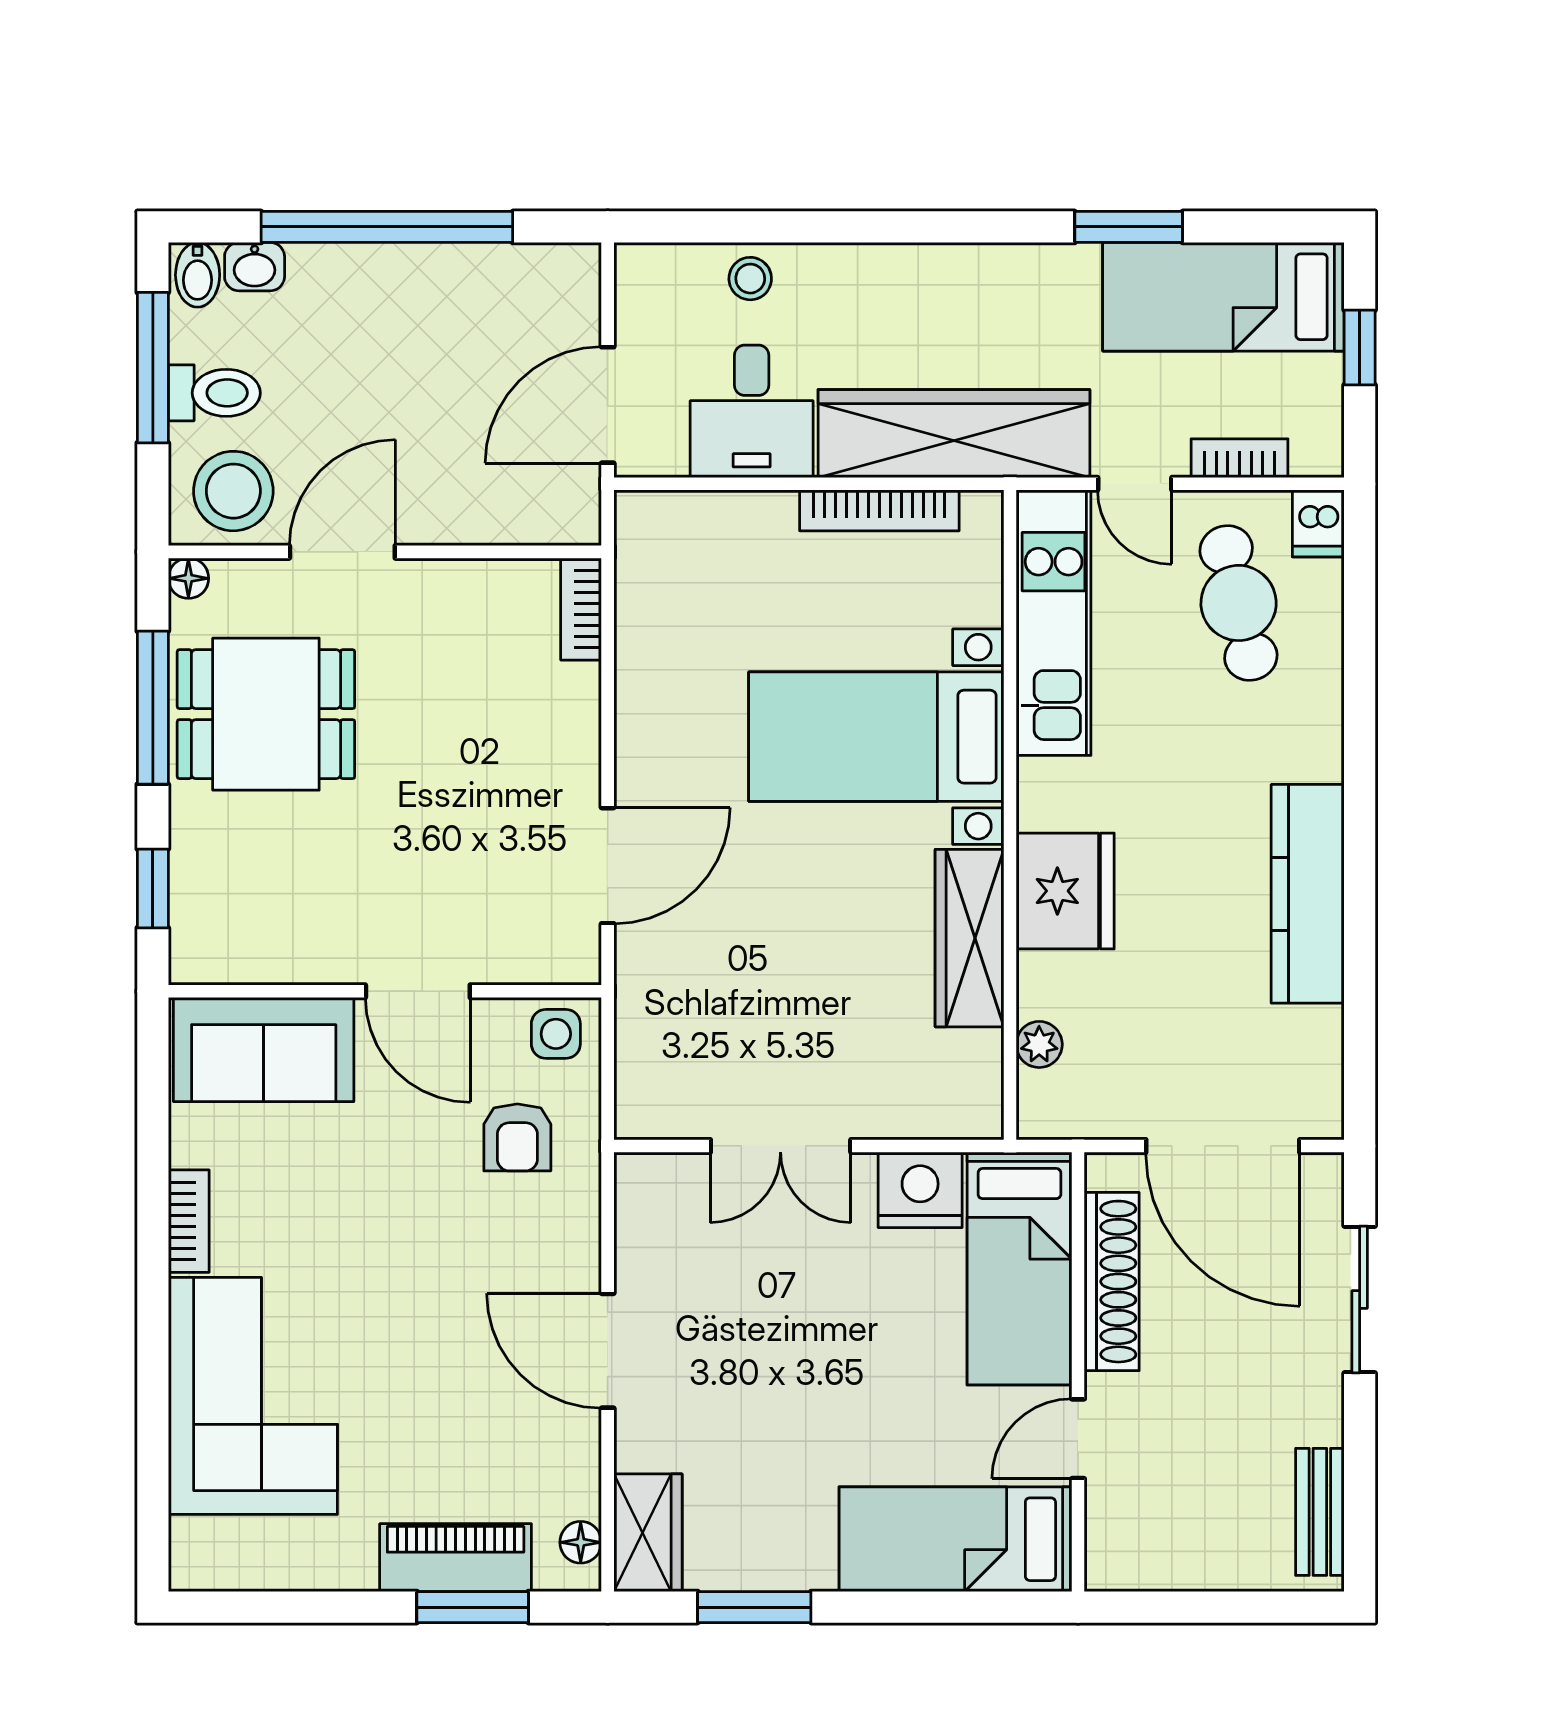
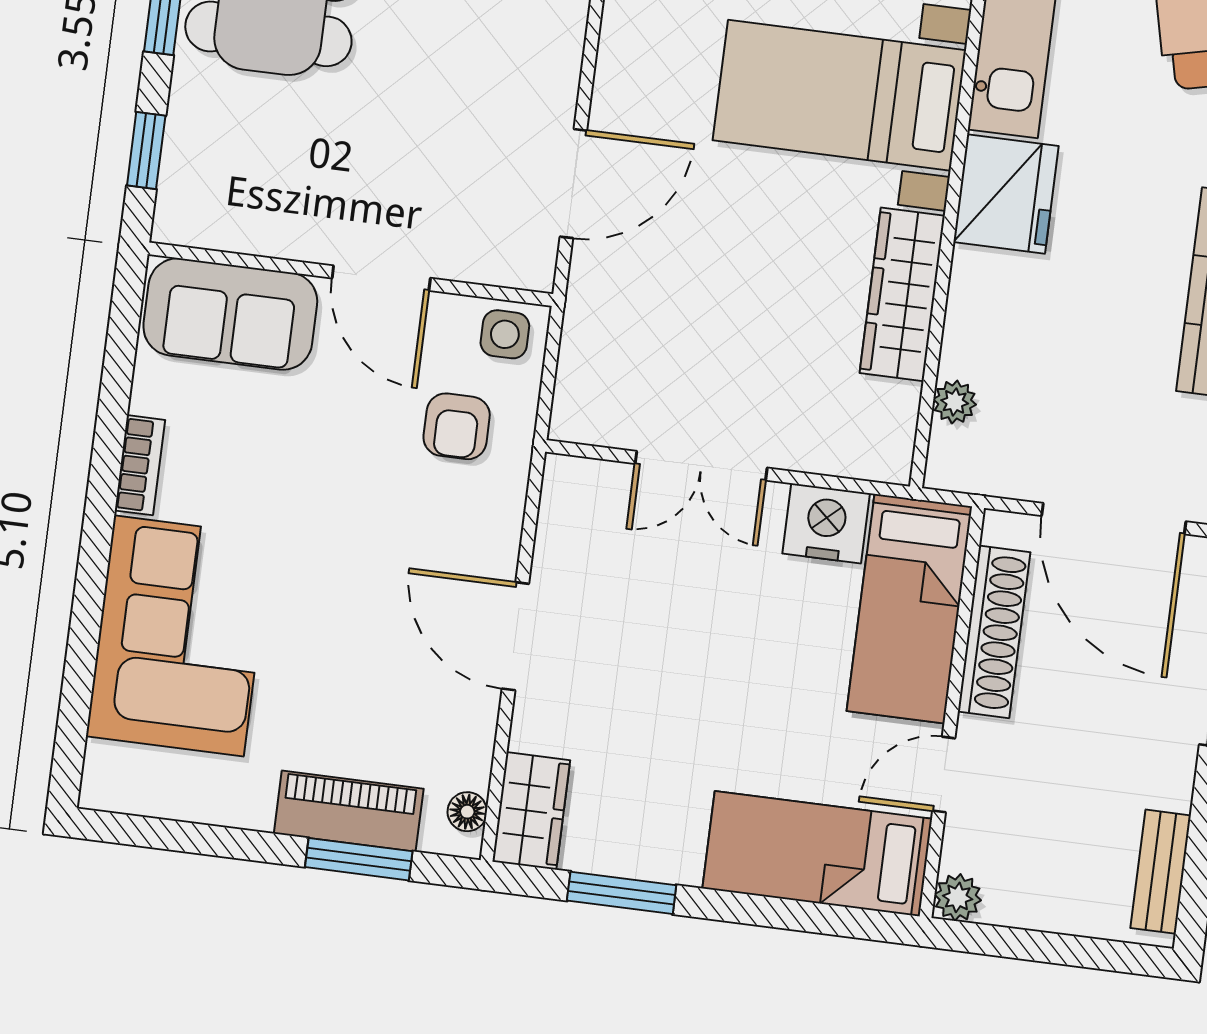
fridge: (1065, 891) -> (1006, 194), moved
plant: (1109, 1566) -> (958, 897), added

